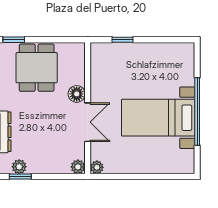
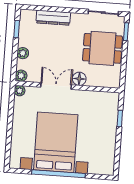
bed with nightstands: (158, 118) -> (56, 142), width x1.36
double door: (88, 122) -> (56, 86), swing flipped
plant: (19, 167) -> (23, 53), moved

